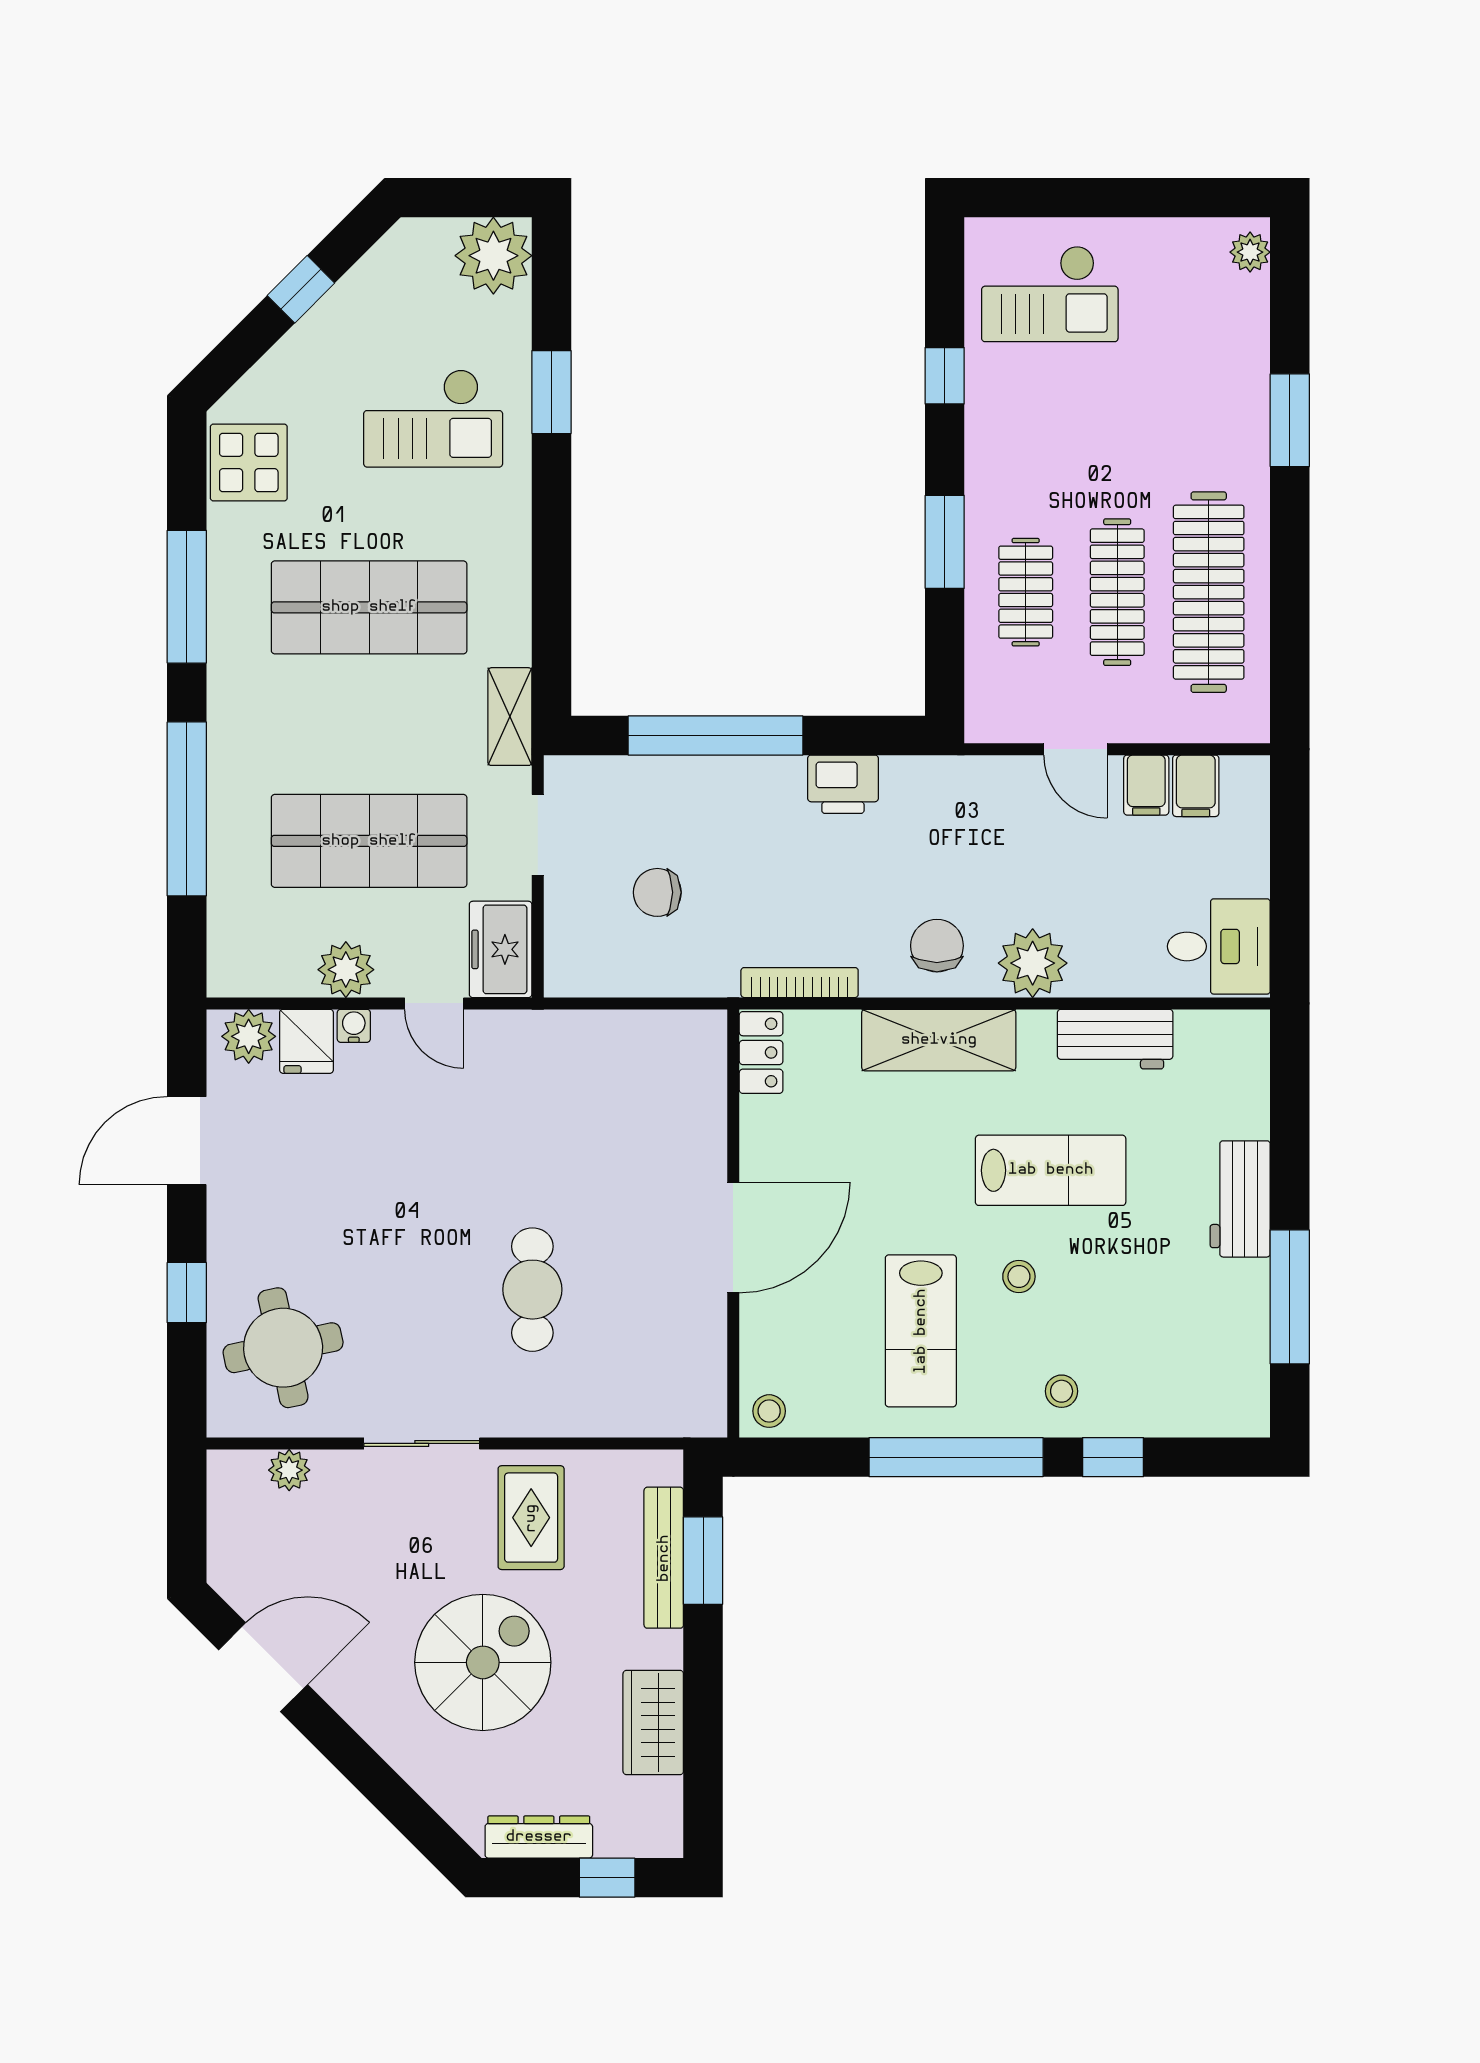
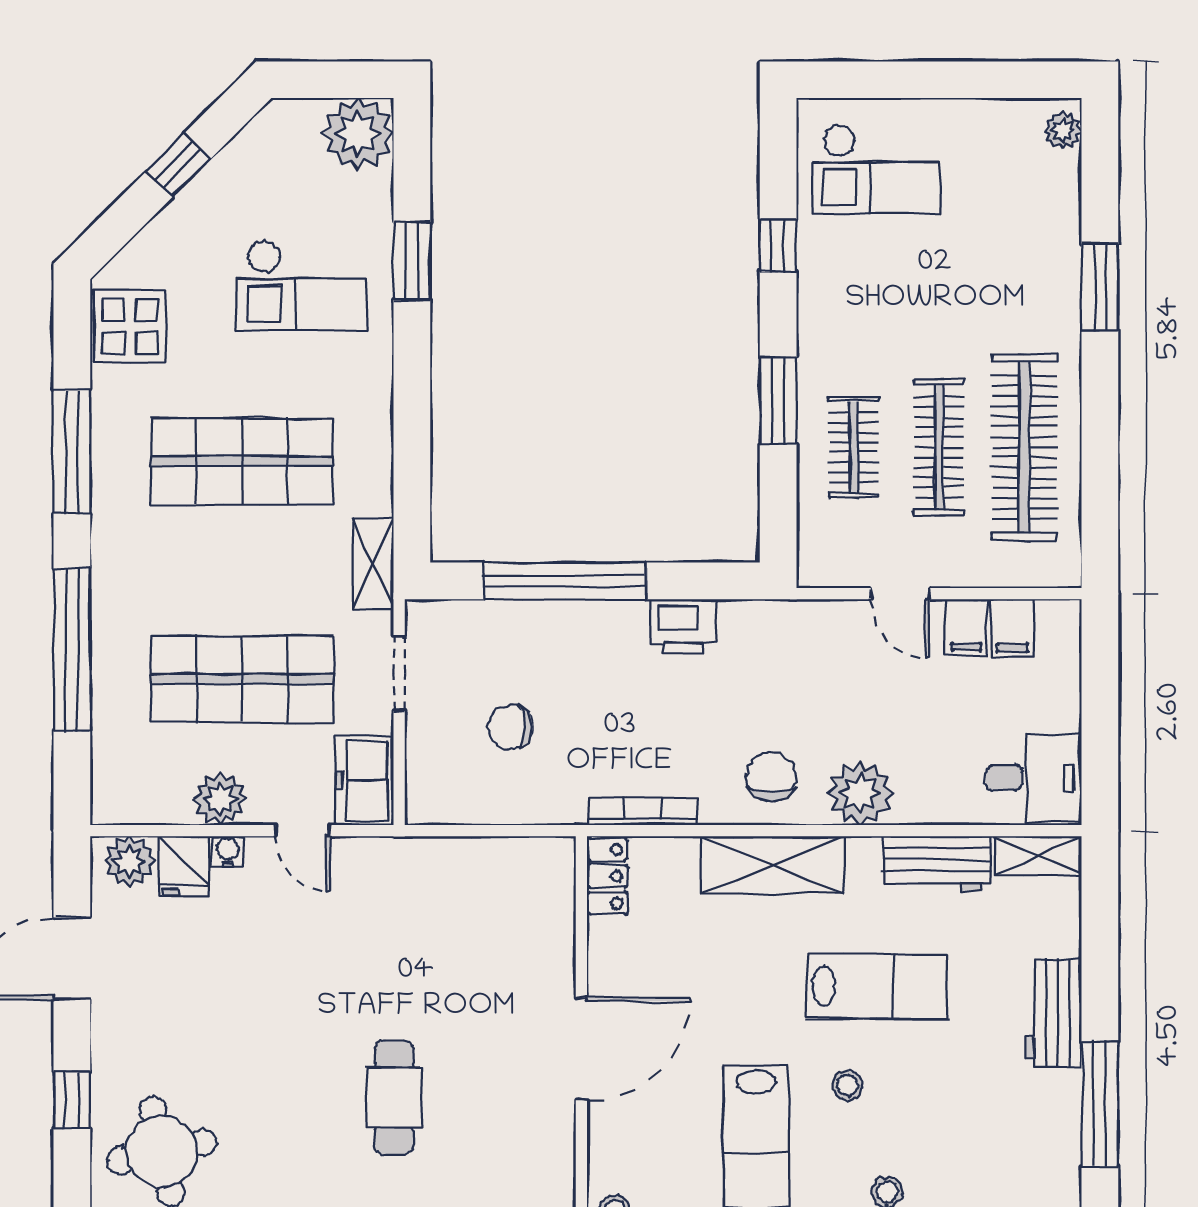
shelving: (1223, 1030) -> (1038, 856), added

